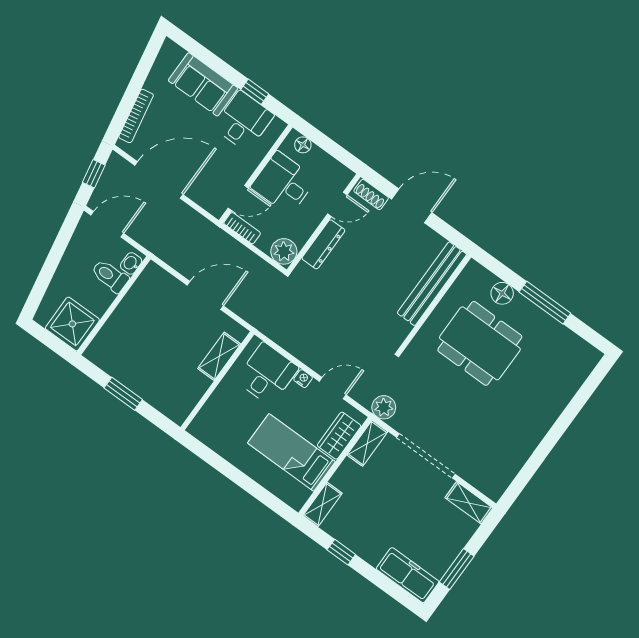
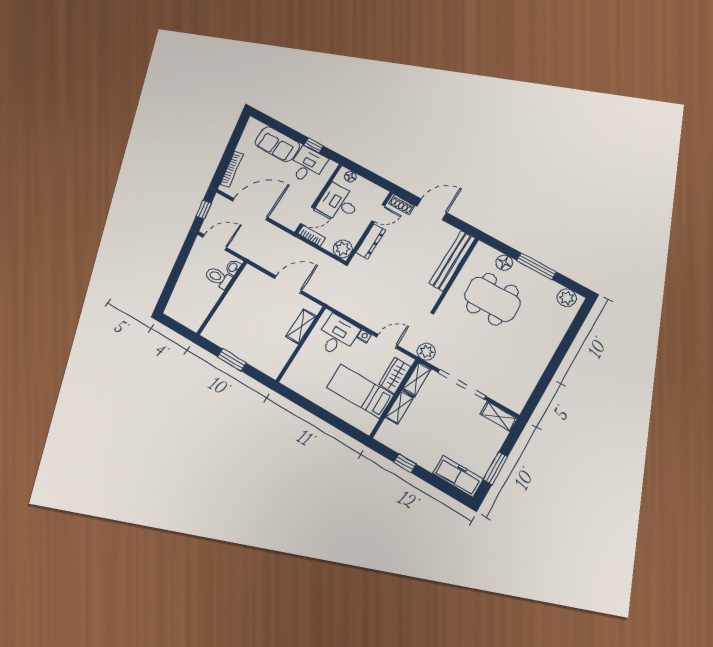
shower: (72, 324) -> (192, 314), removed
plant: (579, 351) -> (567, 298), added
shelving: (322, 505) -> (399, 407), moved

